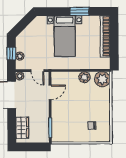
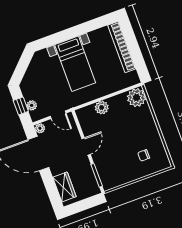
window: (79, 11) -> (82, 29), removed
plant: (85, 77) -> (102, 108), moved
door: (50, 92) -> (86, 147), moved

